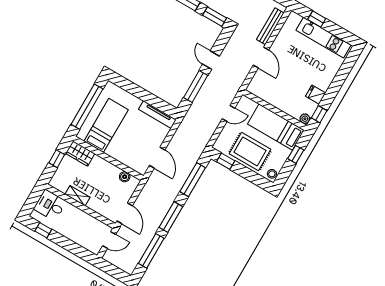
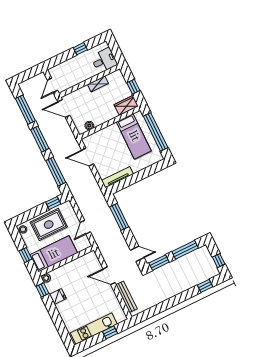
door: (211, 60) -> (137, 254), moved
window: (43, 230) -> (80, 49), moved

